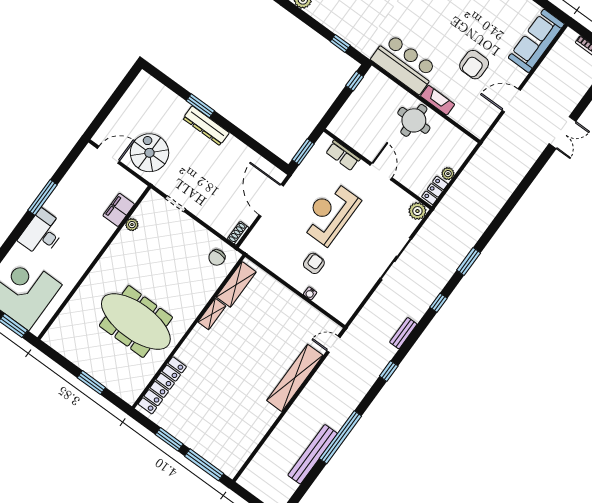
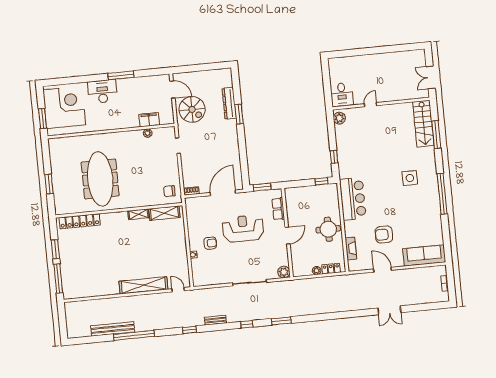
fireplace: (438, 100) -> (351, 249), moved
dresser: (206, 126) -> (229, 103), moved
spiral stairs: (149, 153) -> (192, 109), turned 90
locker: (435, 190) -> (331, 269), moved

